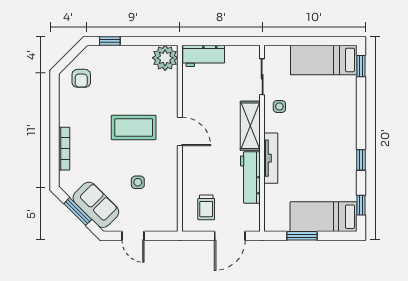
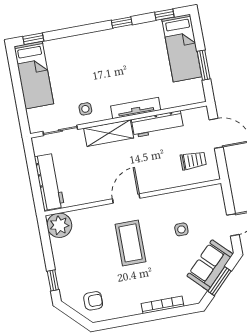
workbench: (204, 56) -> (49, 182), width x1.38

